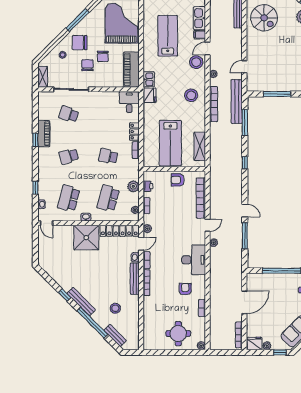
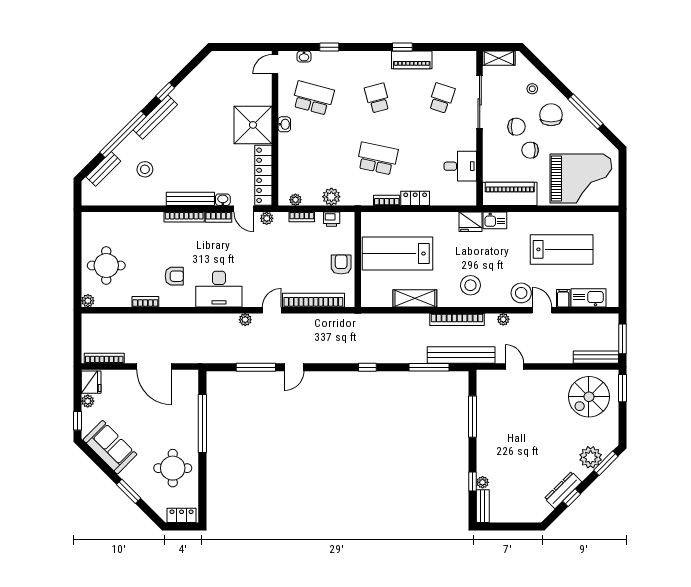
desk: (129, 102) -> (460, 166), moved
shelving: (200, 146) -> (415, 298), moved
school desk: (108, 156) -> (377, 158), width x1.85
school desk: (108, 198) -> (313, 158), removed
door: (207, 225) -> (272, 310), swing flipped

